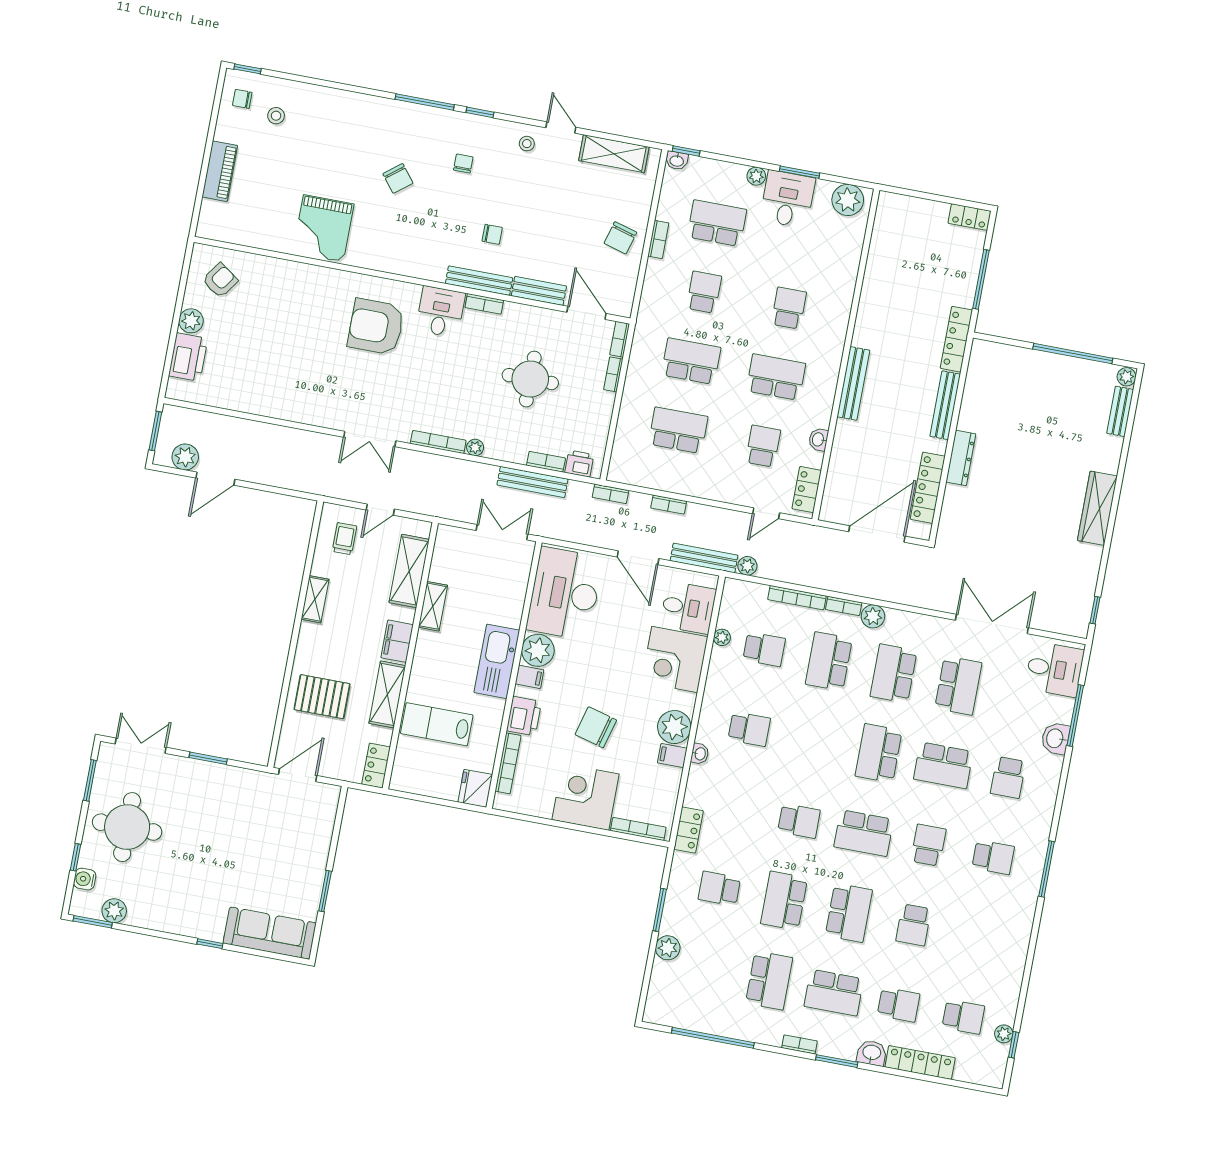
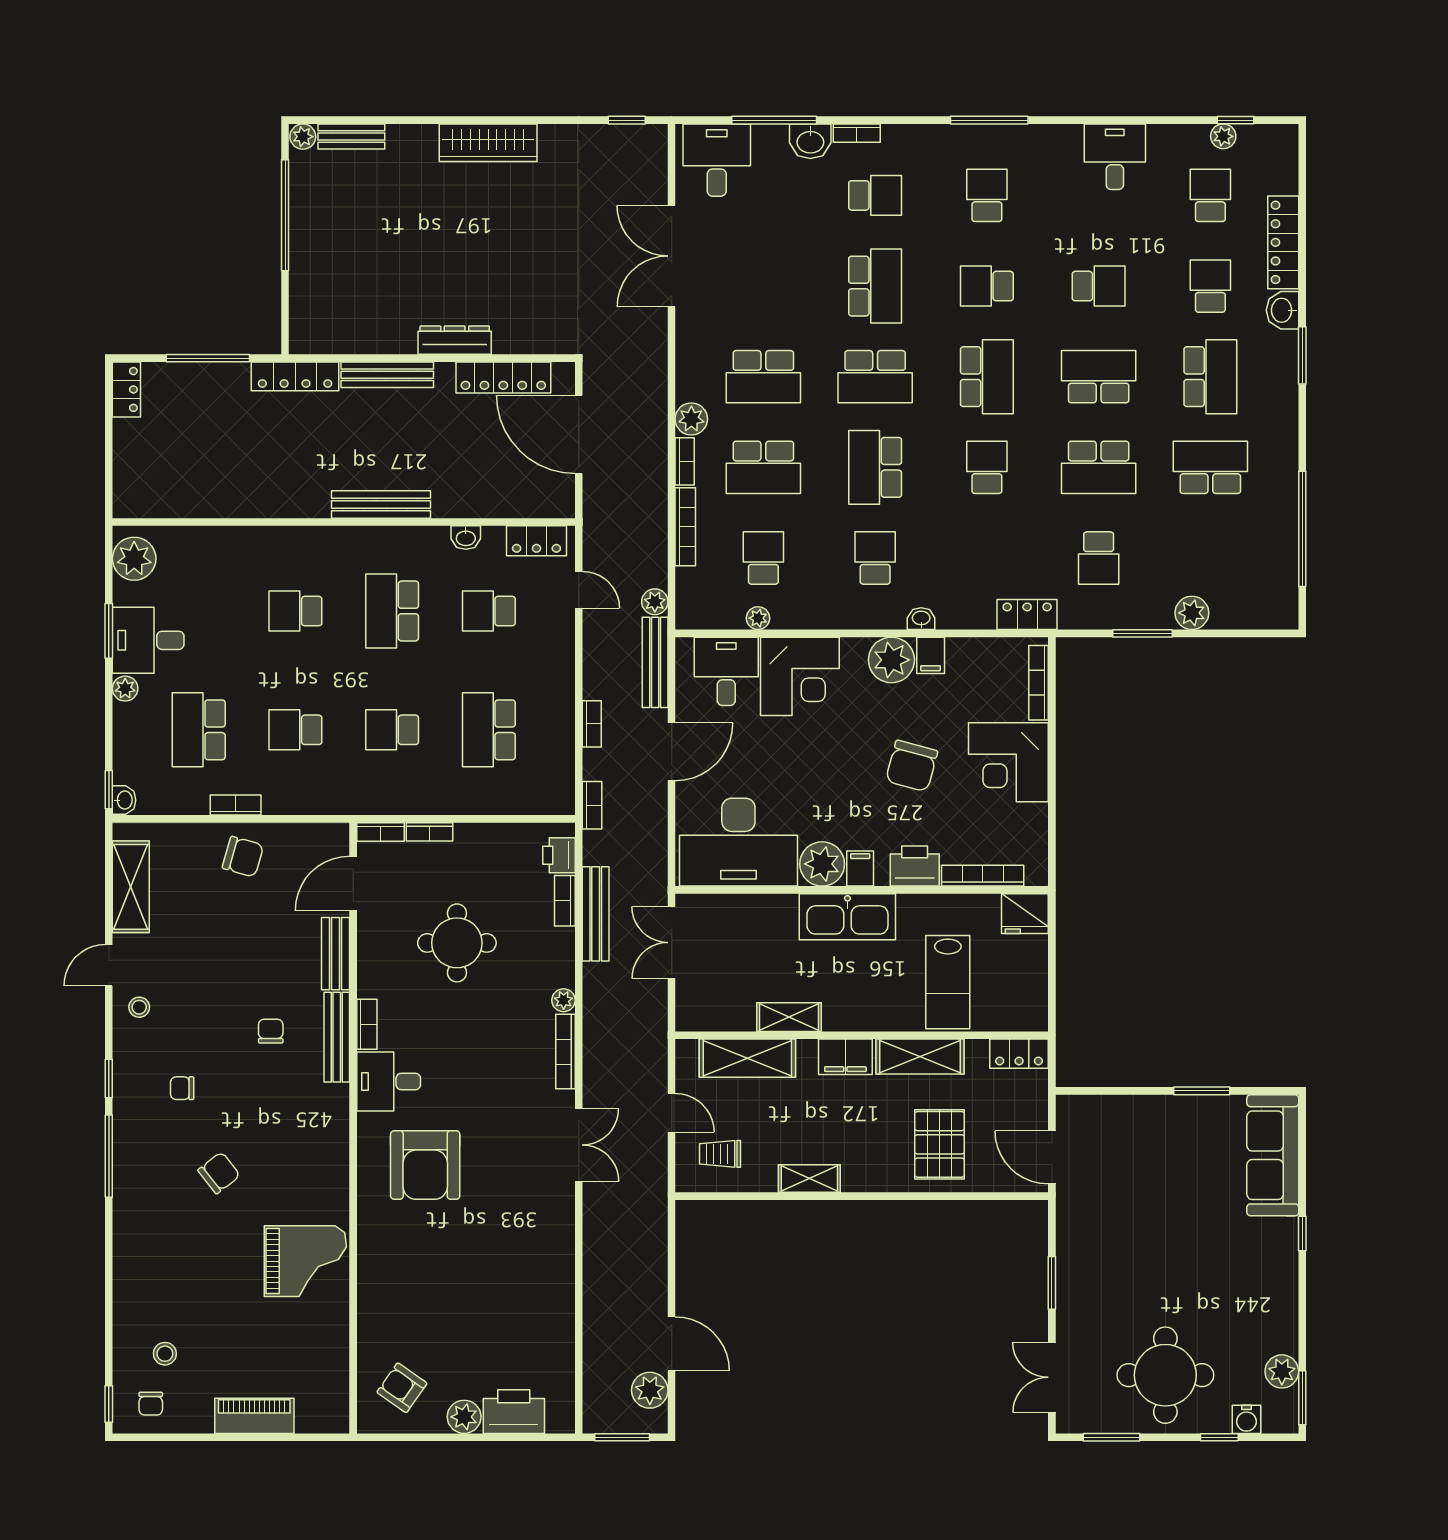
school desk: (691, 361) -> (392, 730), width x0.54
school desk: (958, 686) -> (875, 467), moved, turned -90
desk: (1004, 954) -> (1115, 157), added
bookcase: (799, 1044) -> (857, 133), moved, turned -90

